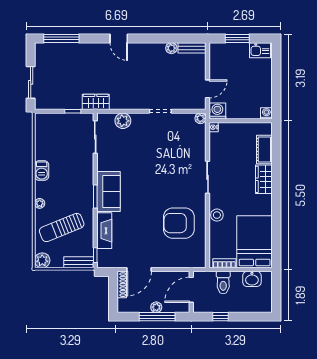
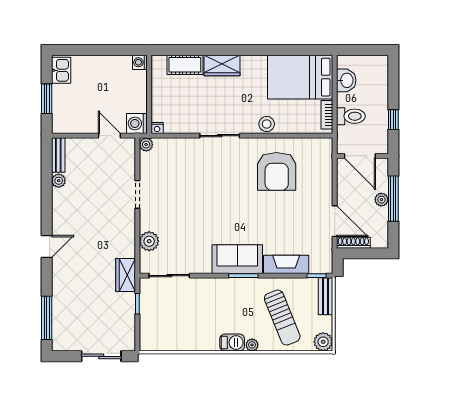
barbecue: (42, 171) -> (232, 343), moved

